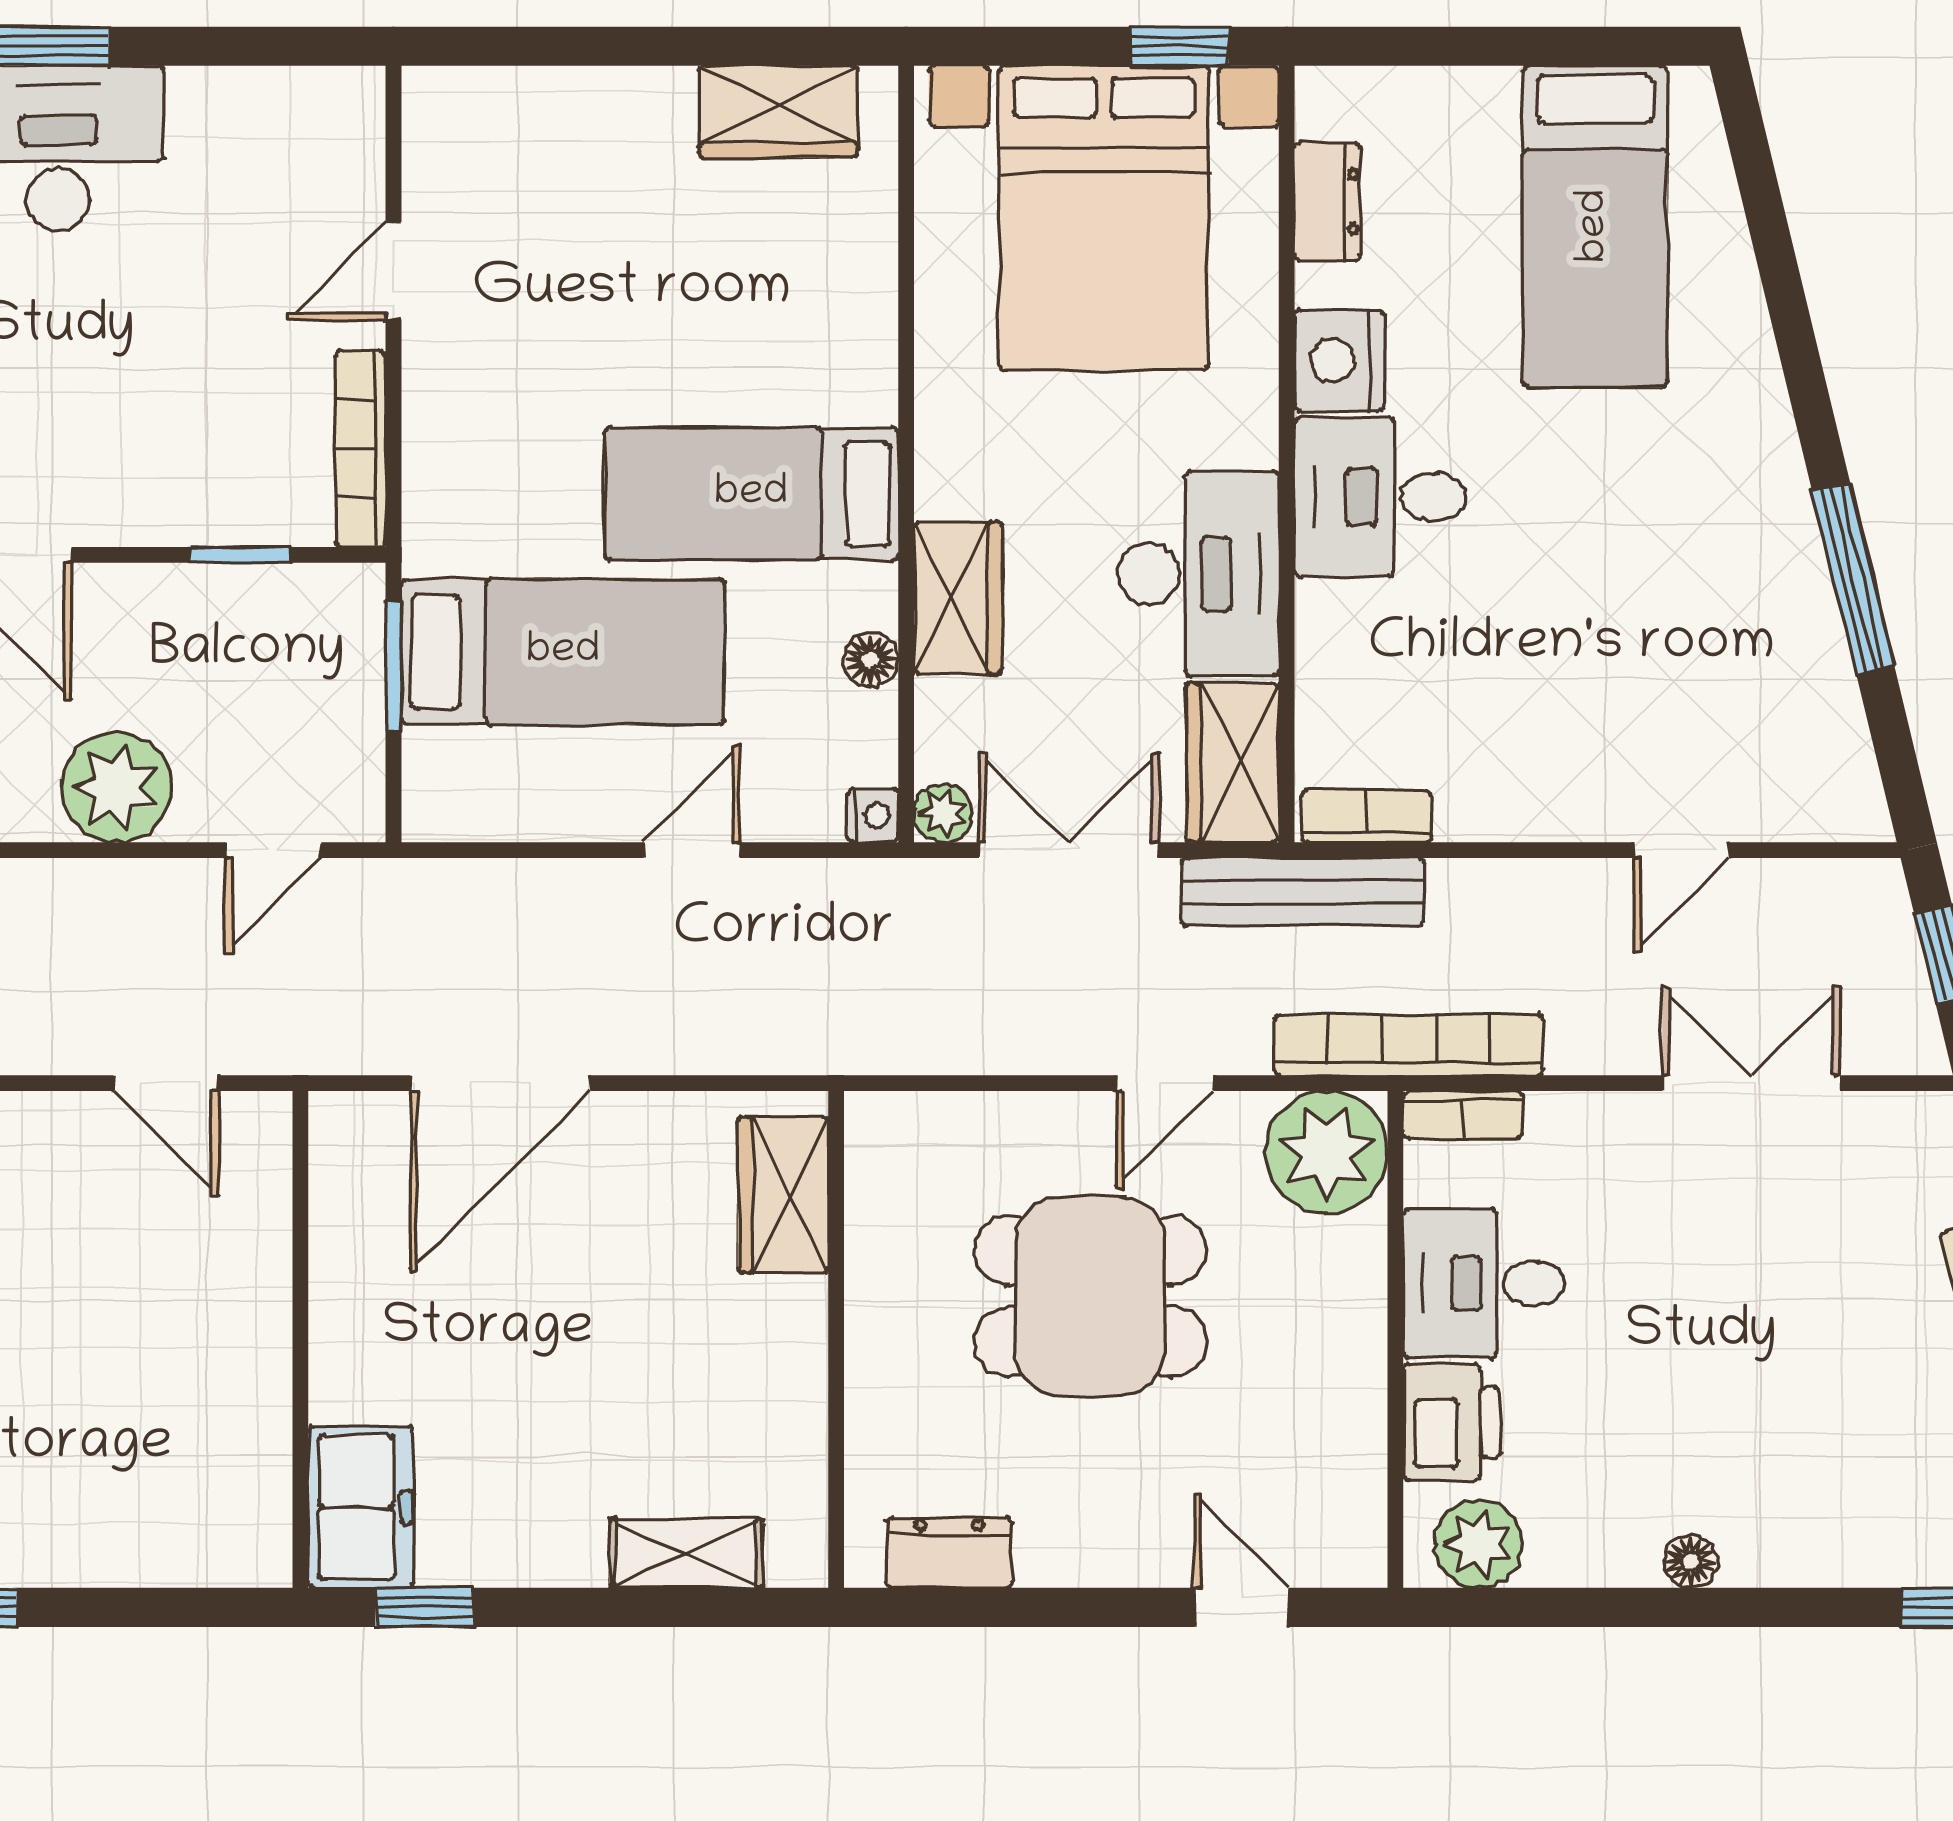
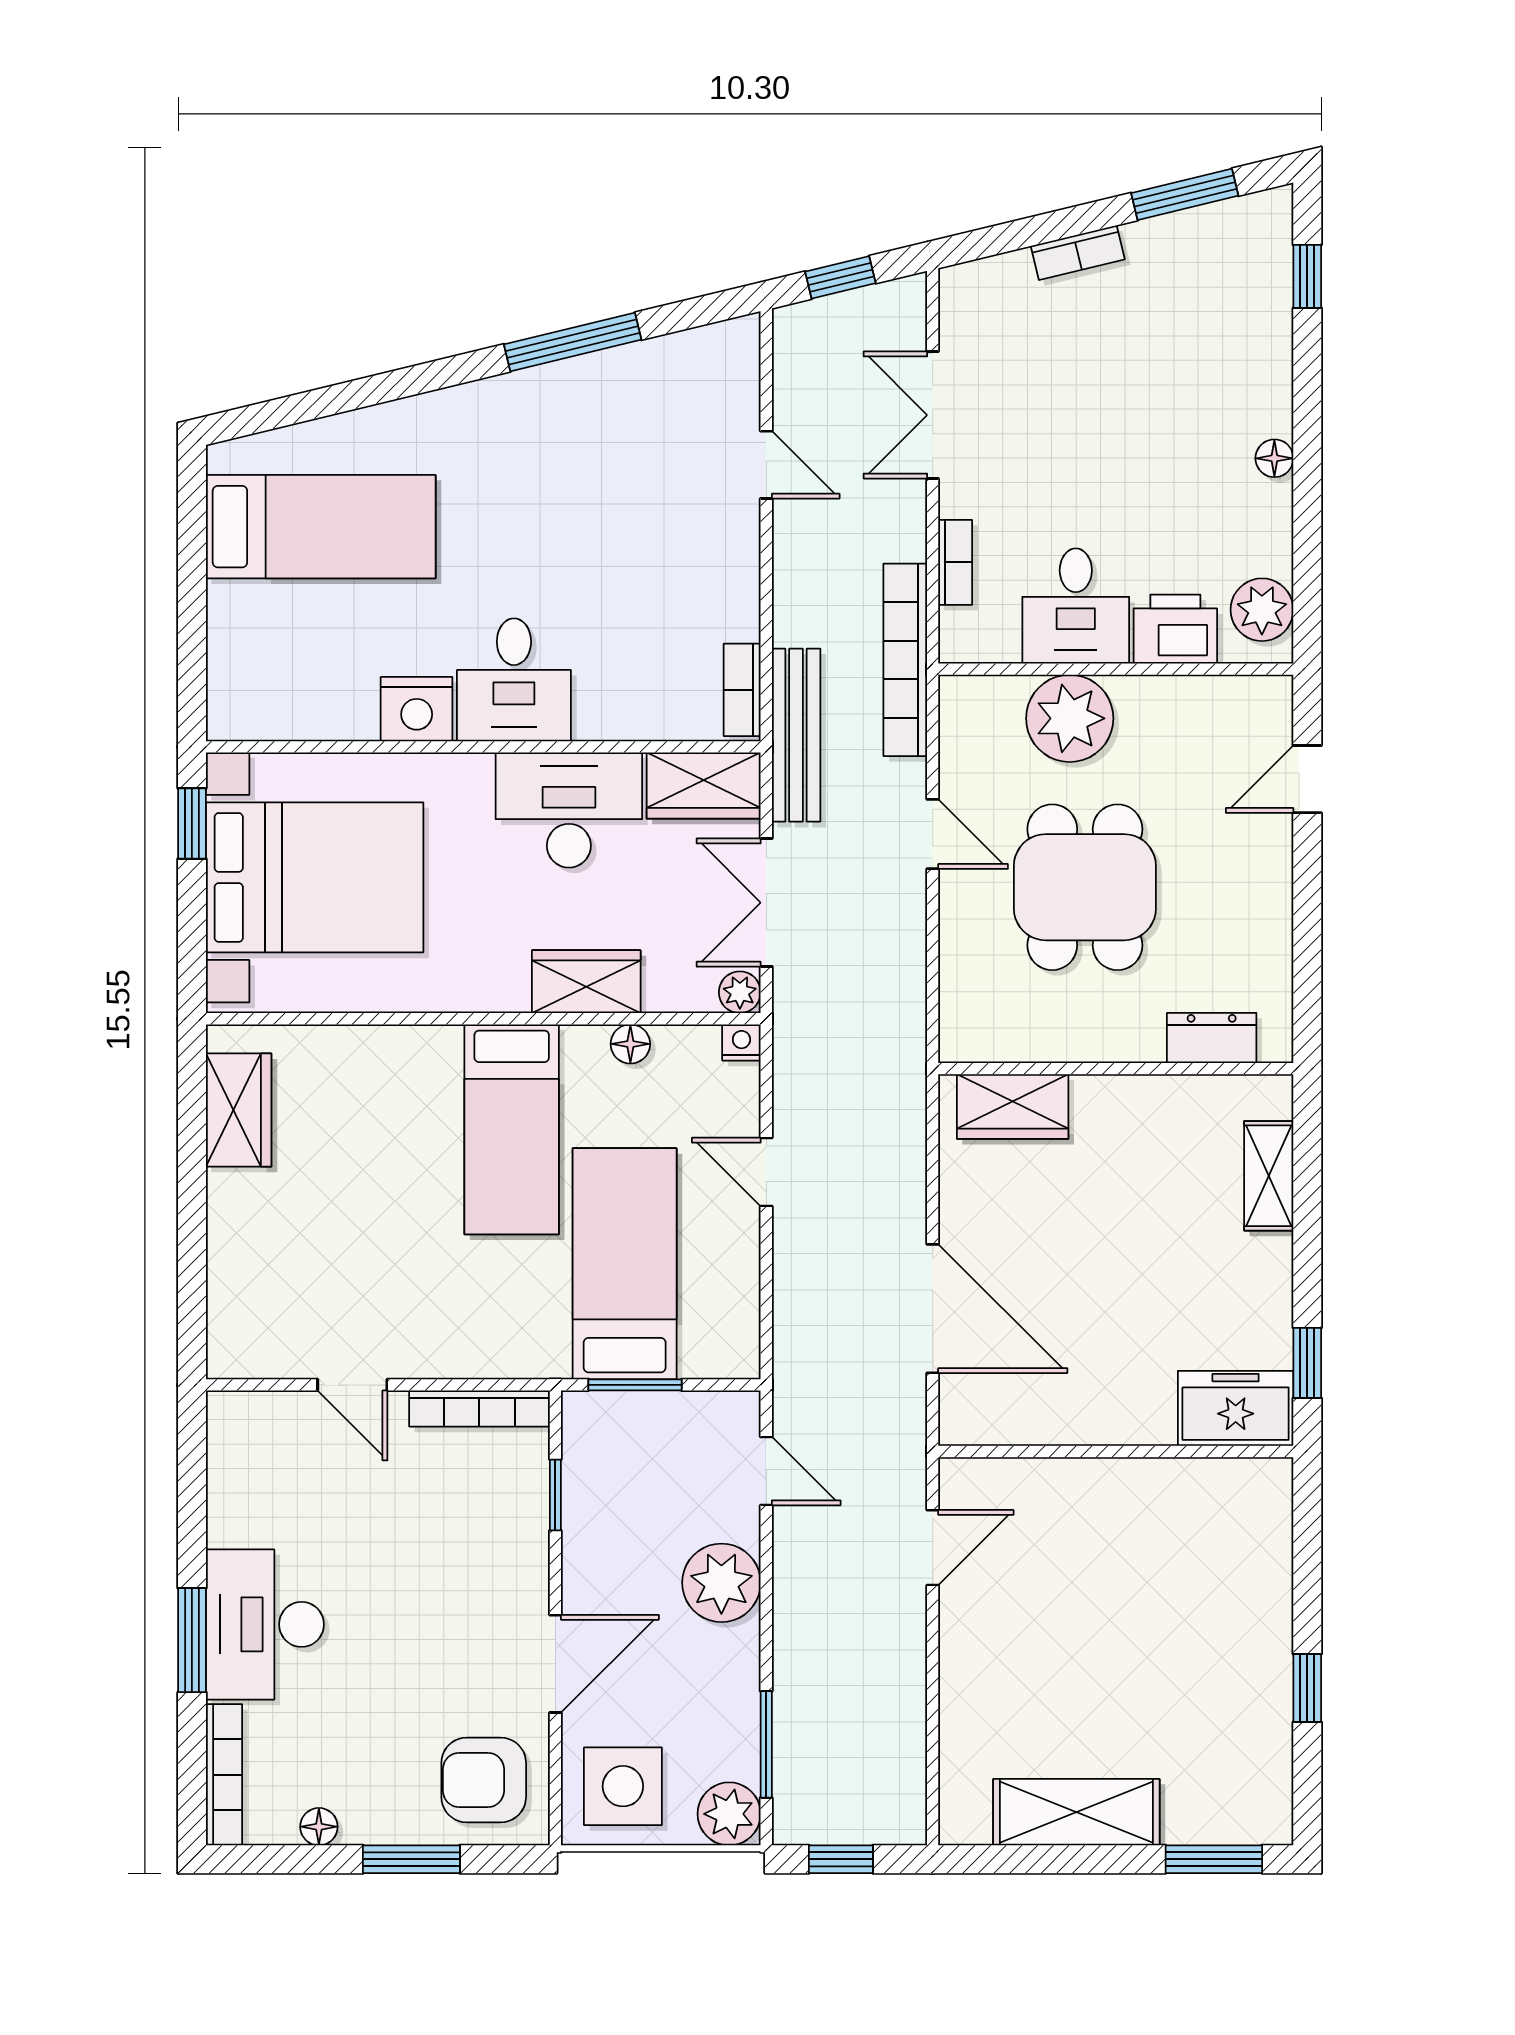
dresser: (1328, 202) -> (303, 718), removed
bookcase: (1463, 1115) -> (955, 562), moved
plant: (1327, 1152) -> (1070, 718), moved
dresser: (949, 1553) -> (1212, 1038), moved, turned 90

